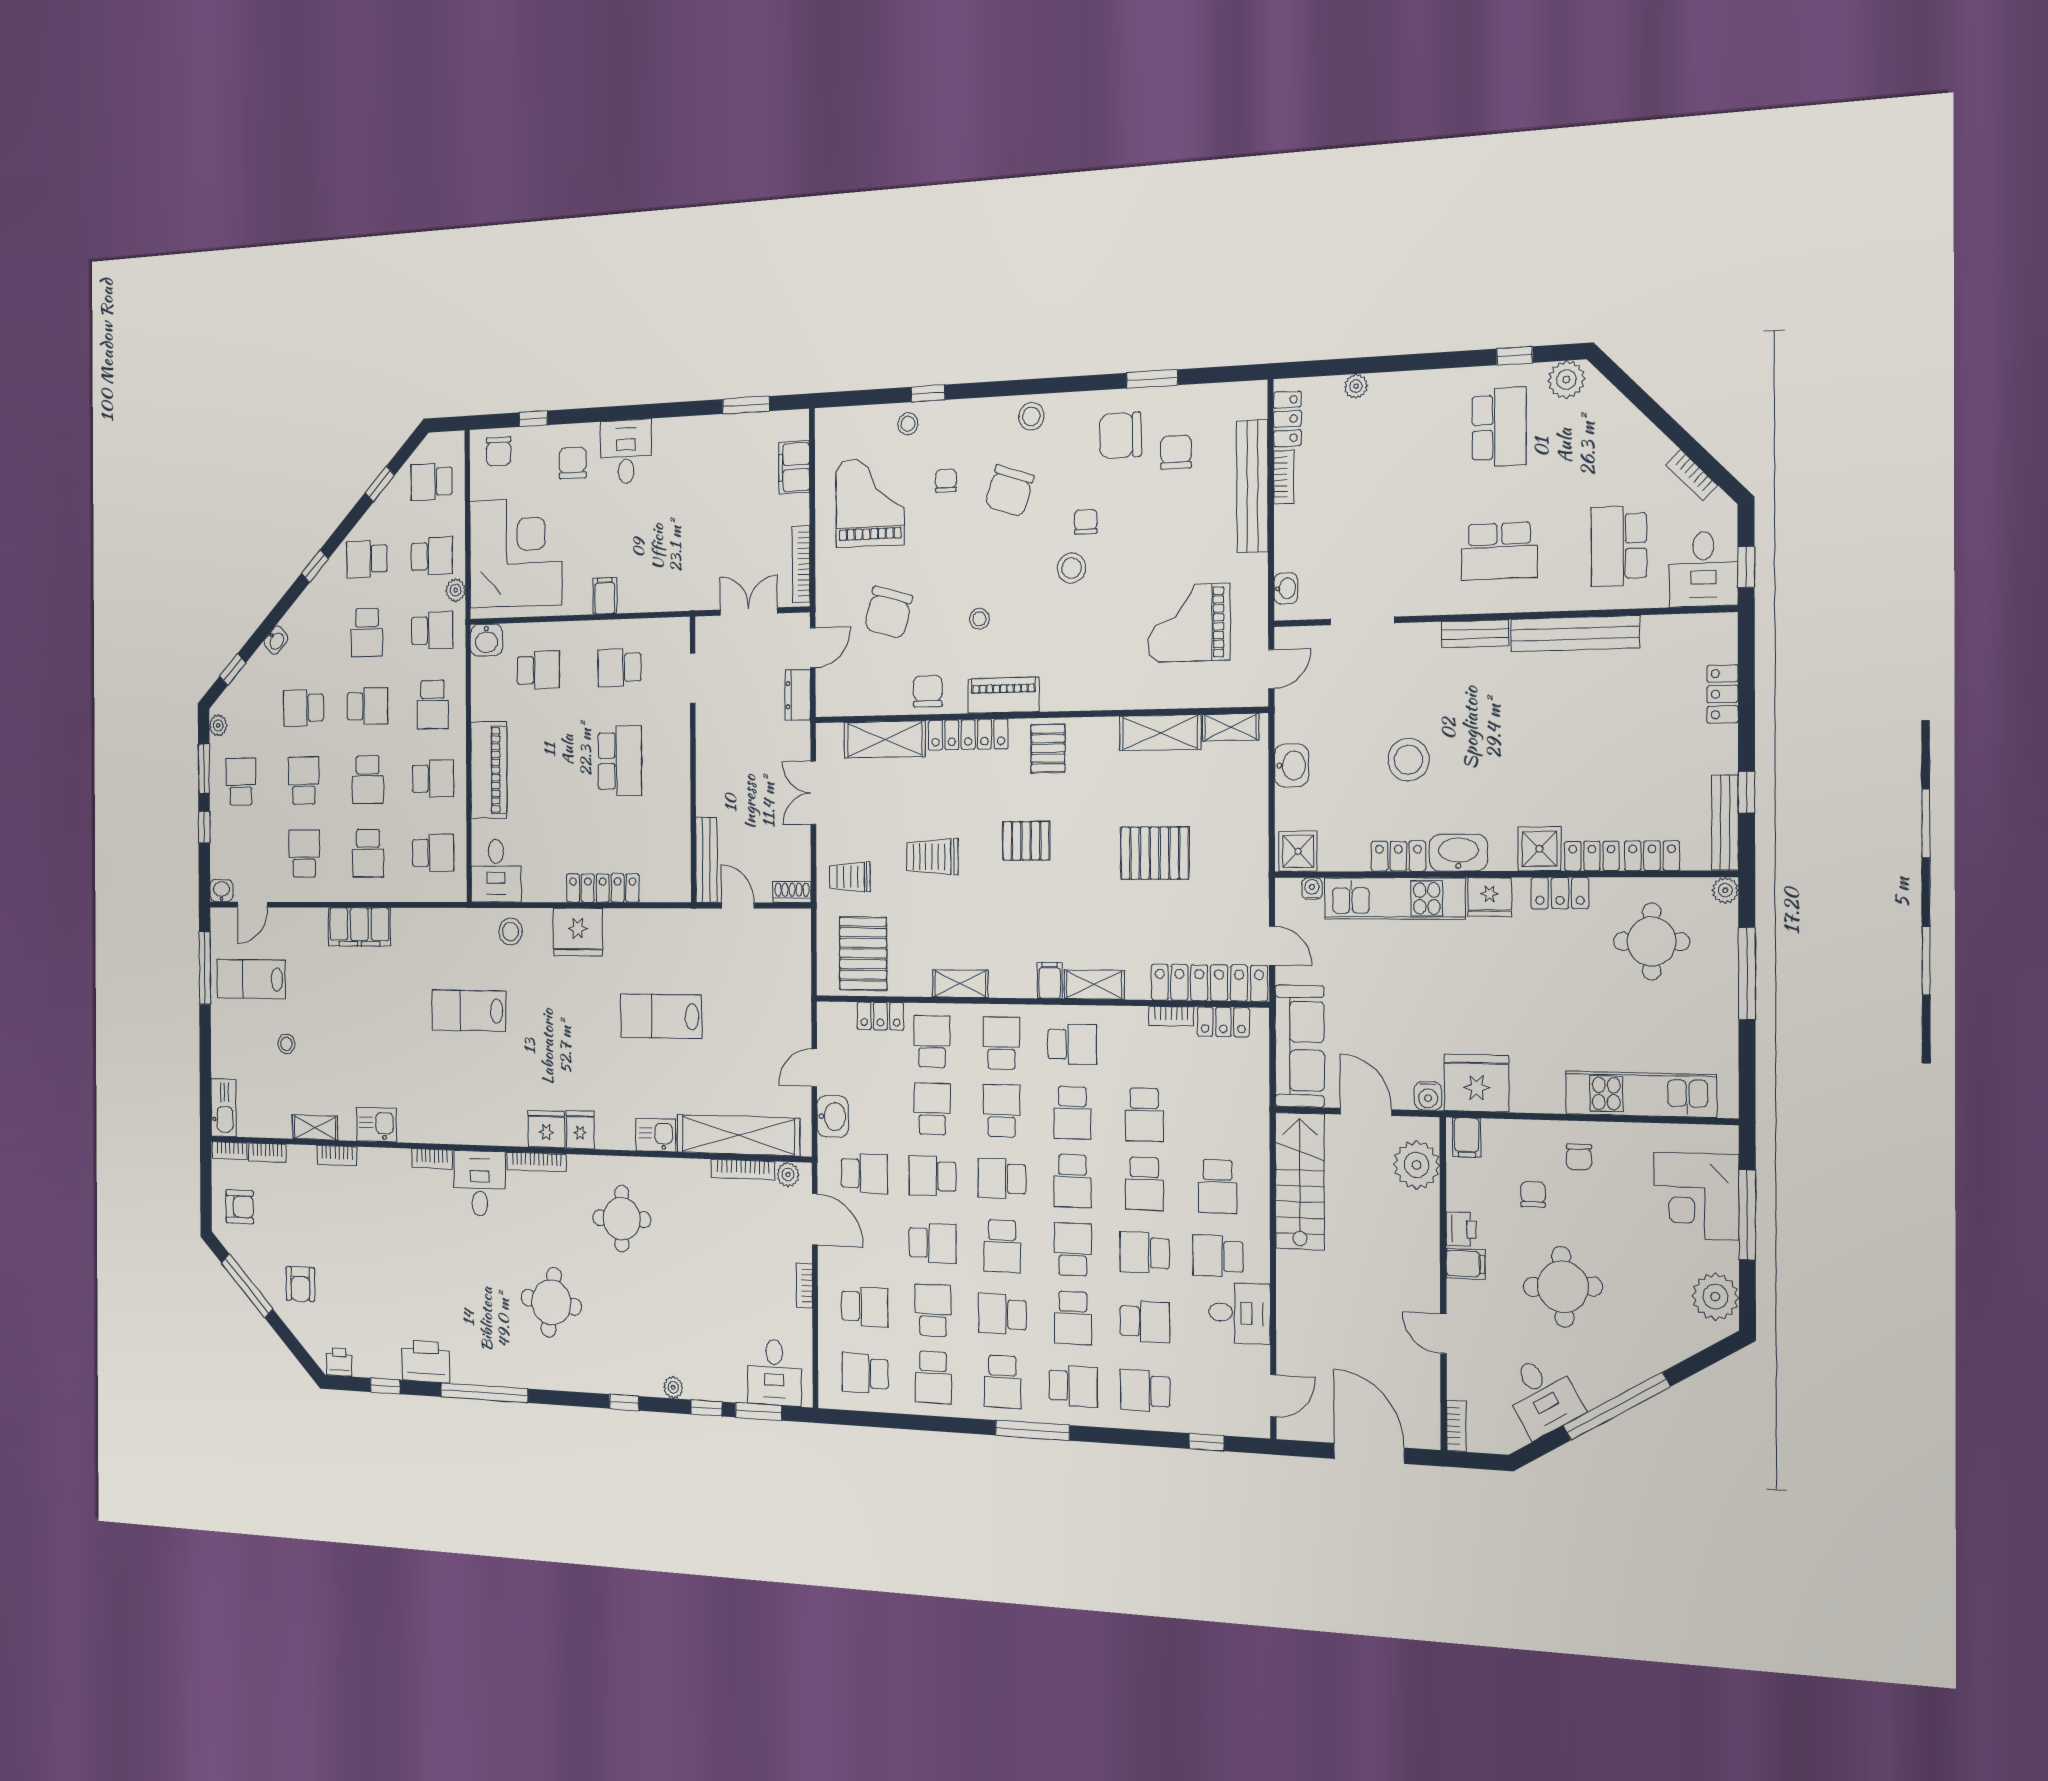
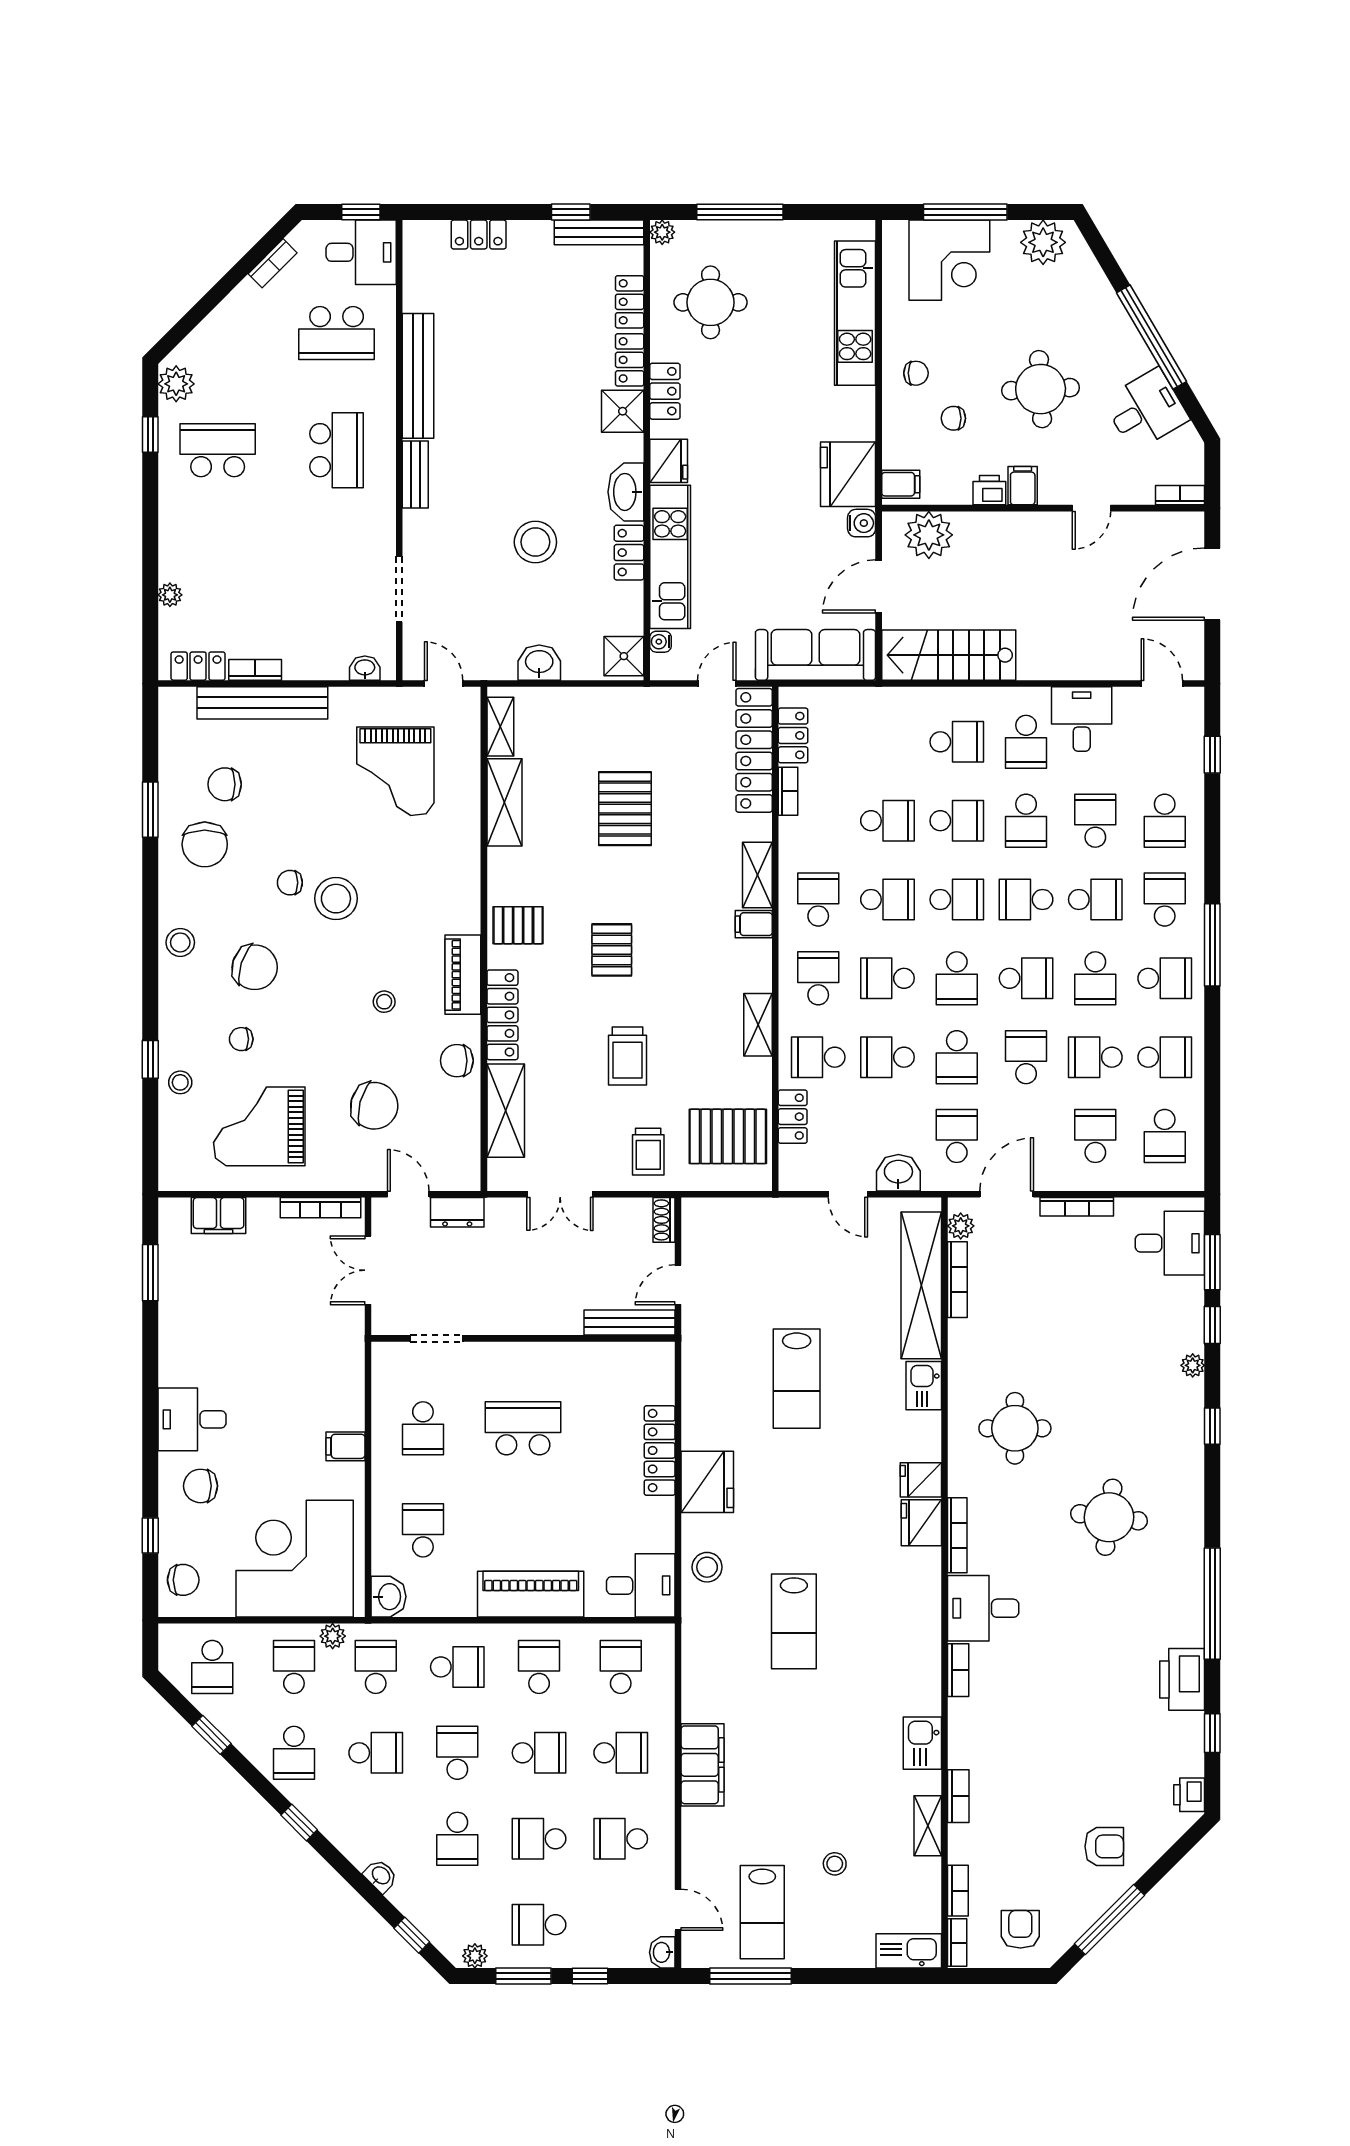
stool: (1071, 568) -> (336, 899), width x1.38, depth x1.38
school desk: (1001, 1043) -> (818, 978), turned 90
bookcase: (804, 1286) -> (1077, 1207), width x1.56

